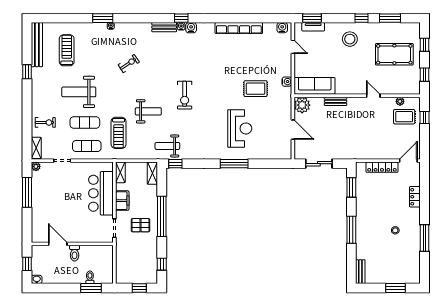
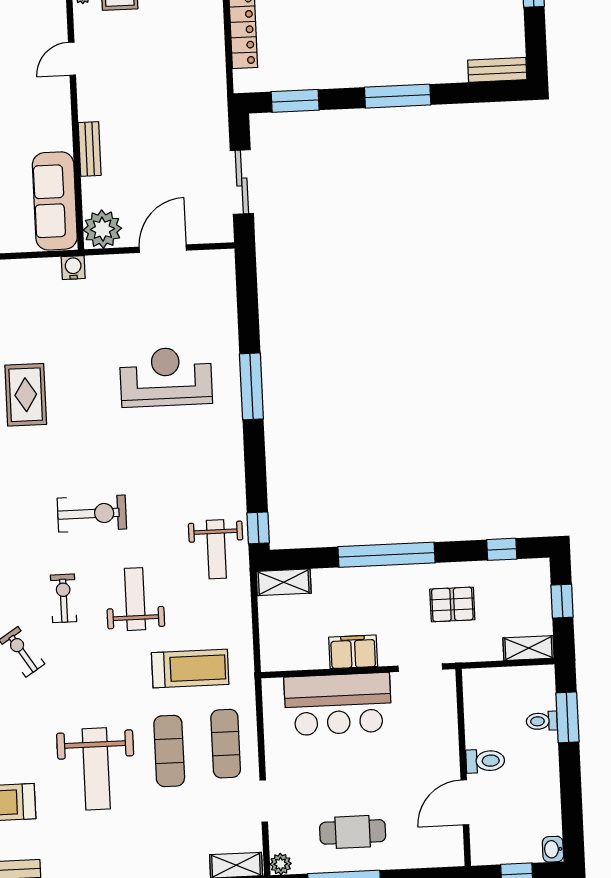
water cooler: (287, 82) -> (73, 268), moved
rug: (256, 89) -> (26, 395), moved
exercise bike: (45, 122) -> (64, 598), moved
shelving: (120, 172) -> (529, 648), moved
cafe table: (48, 197) -> (353, 832), added
pallet: (140, 225) -> (452, 604), moved, turned 90

